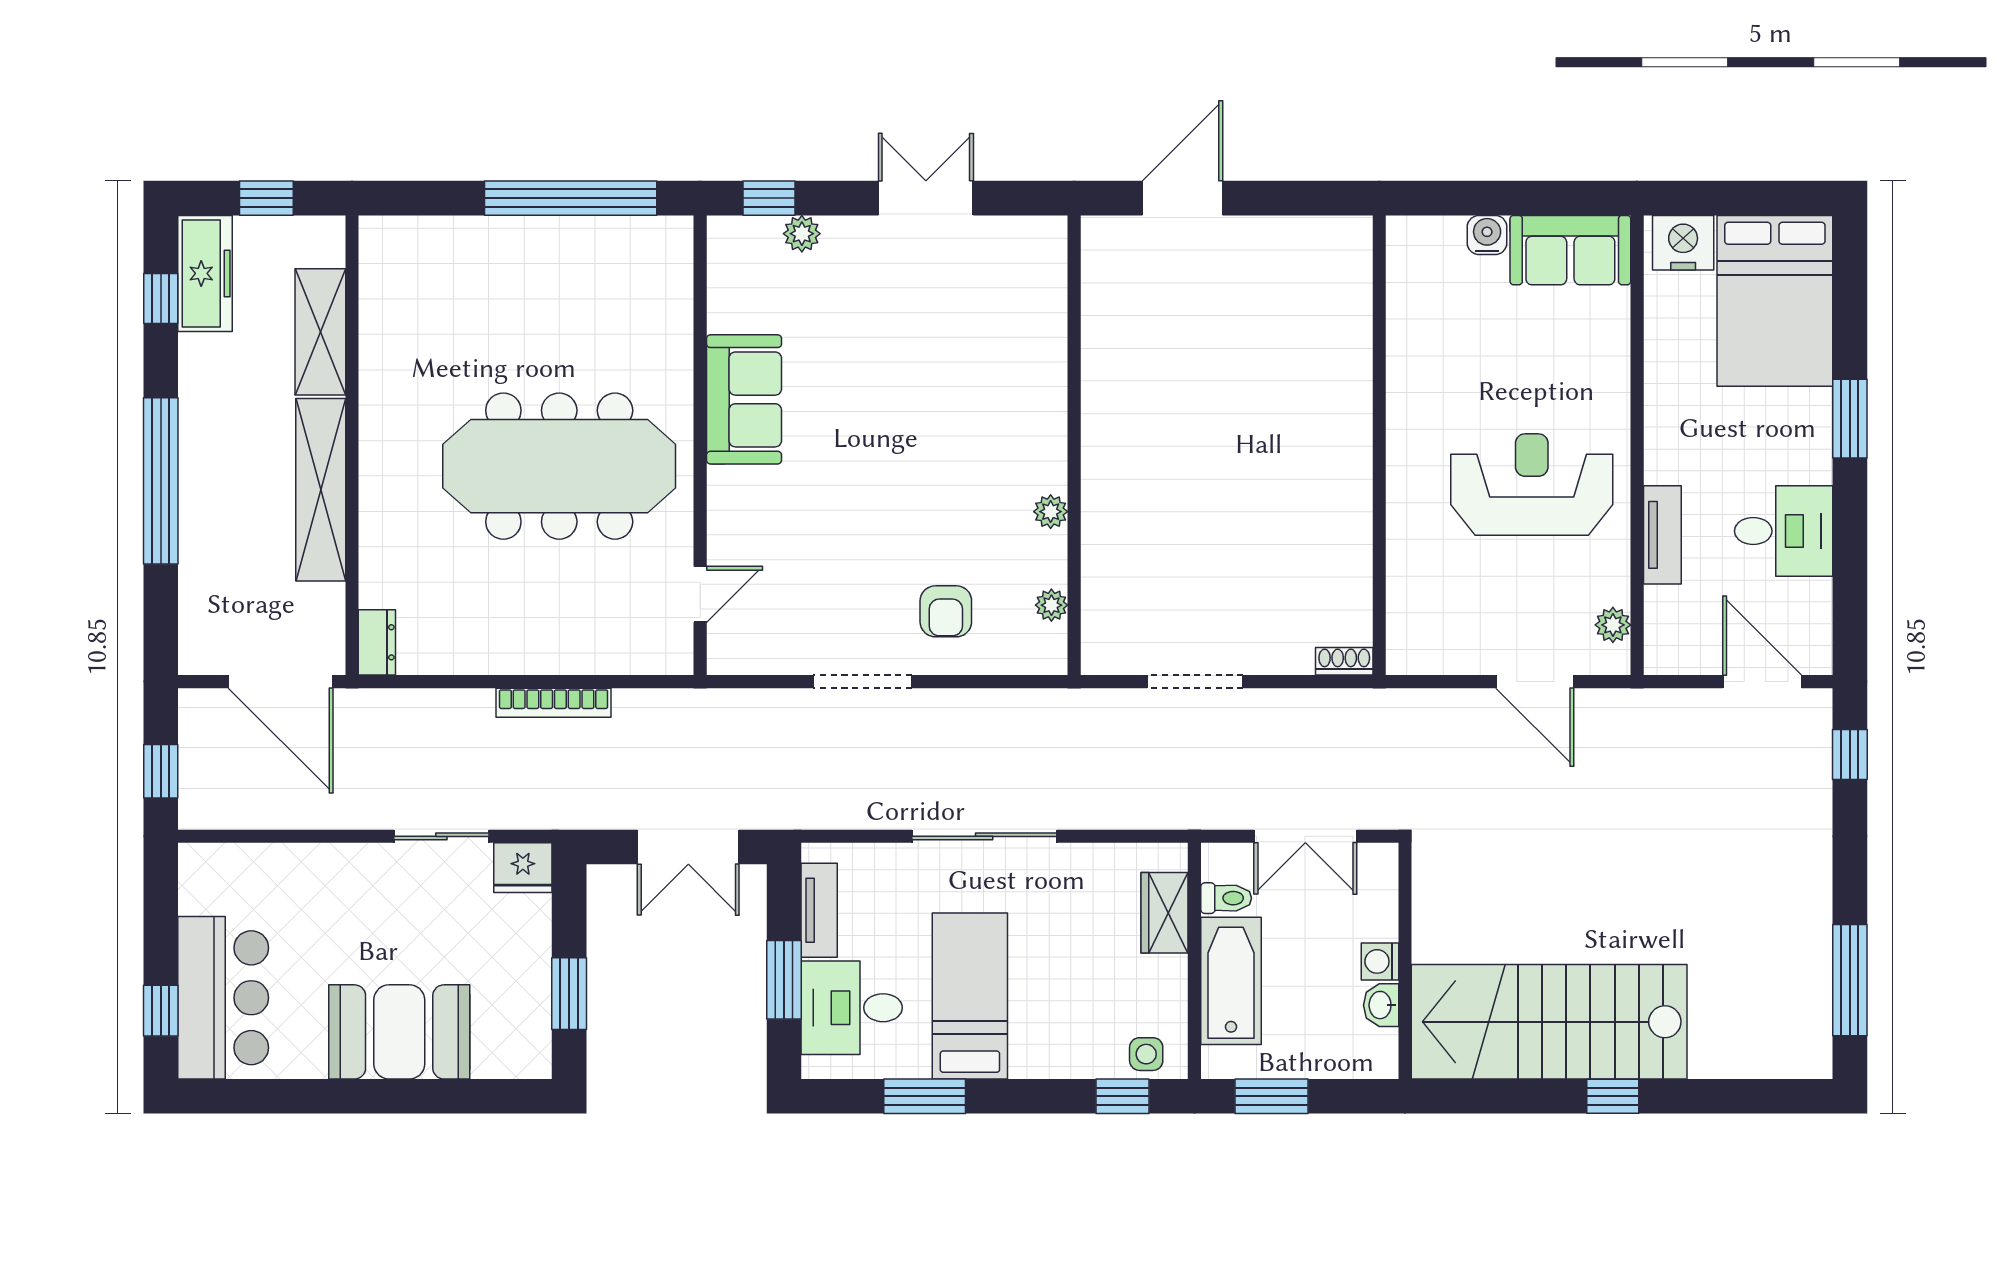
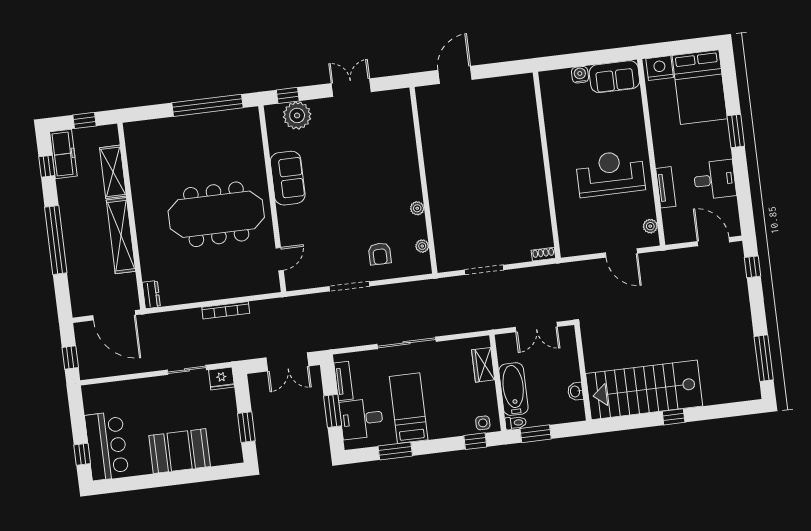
plant: (802, 234) -> (297, 115), width x1.87, depth x1.87
toilet: (1226, 898) -> (516, 423), moved
washing machine: (1380, 961) -> (573, 374), removed

